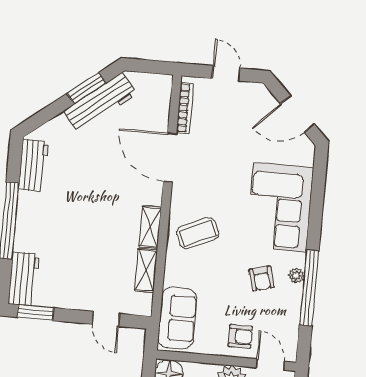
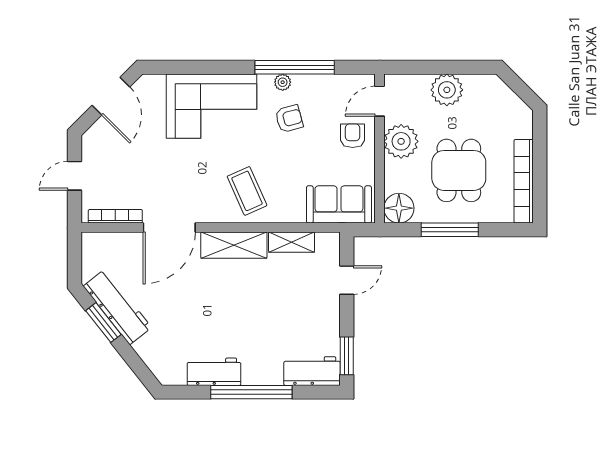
workbench: (33, 165) -> (214, 372), moved
shelving: (150, 227) -> (234, 245), width x1.50, depth x1.33

